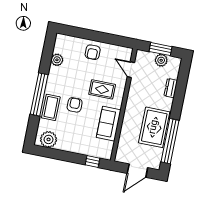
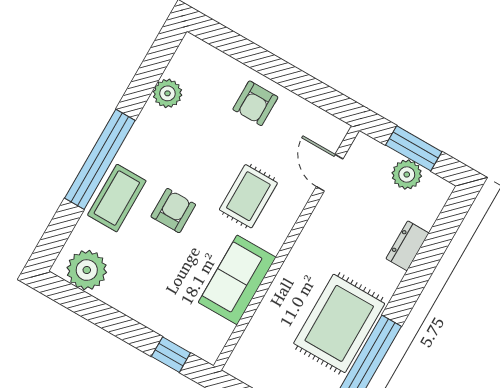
rug: (102, 89) -> (248, 196), turned 90

